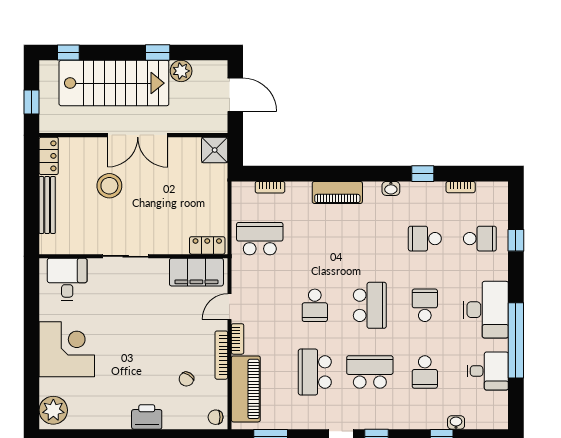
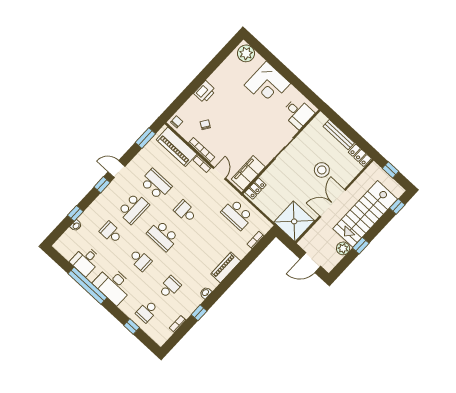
shower: (215, 150) -> (294, 221), width x1.86, depth x1.86
school desk: (260, 239) -> (237, 214), turned 90

